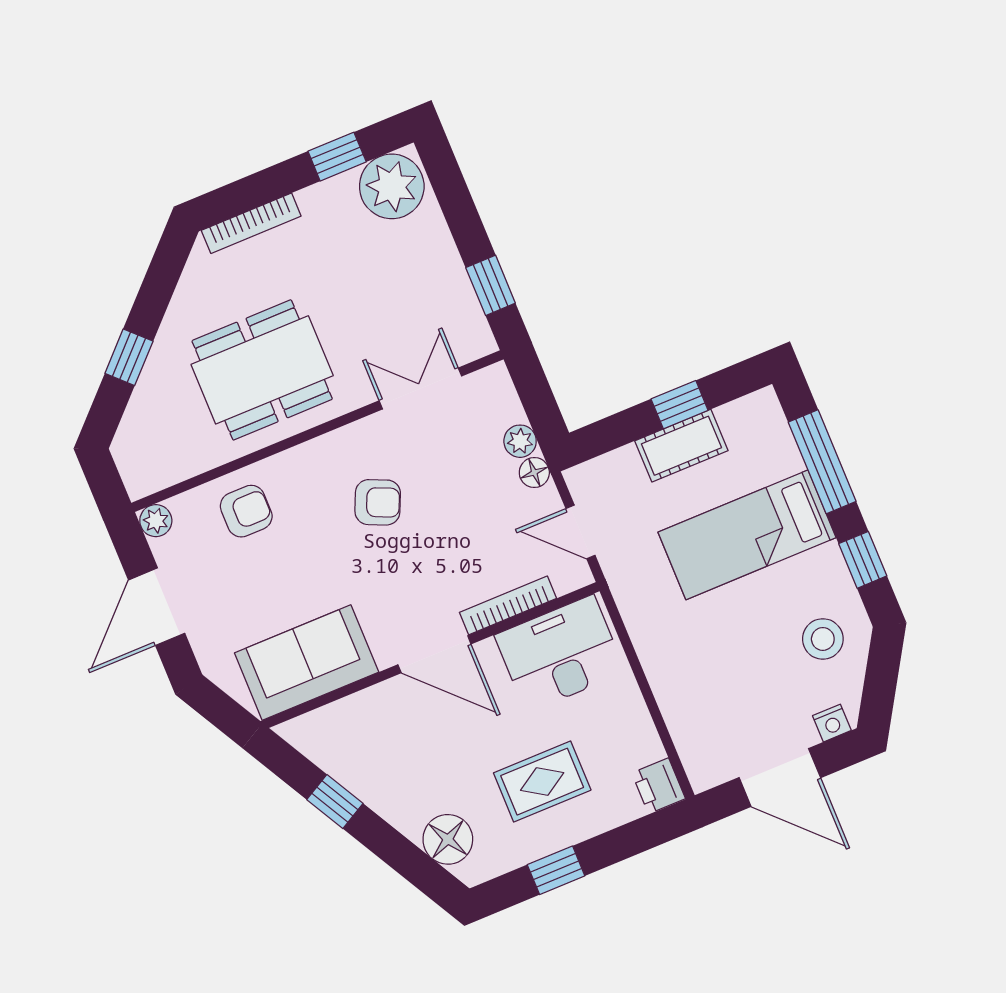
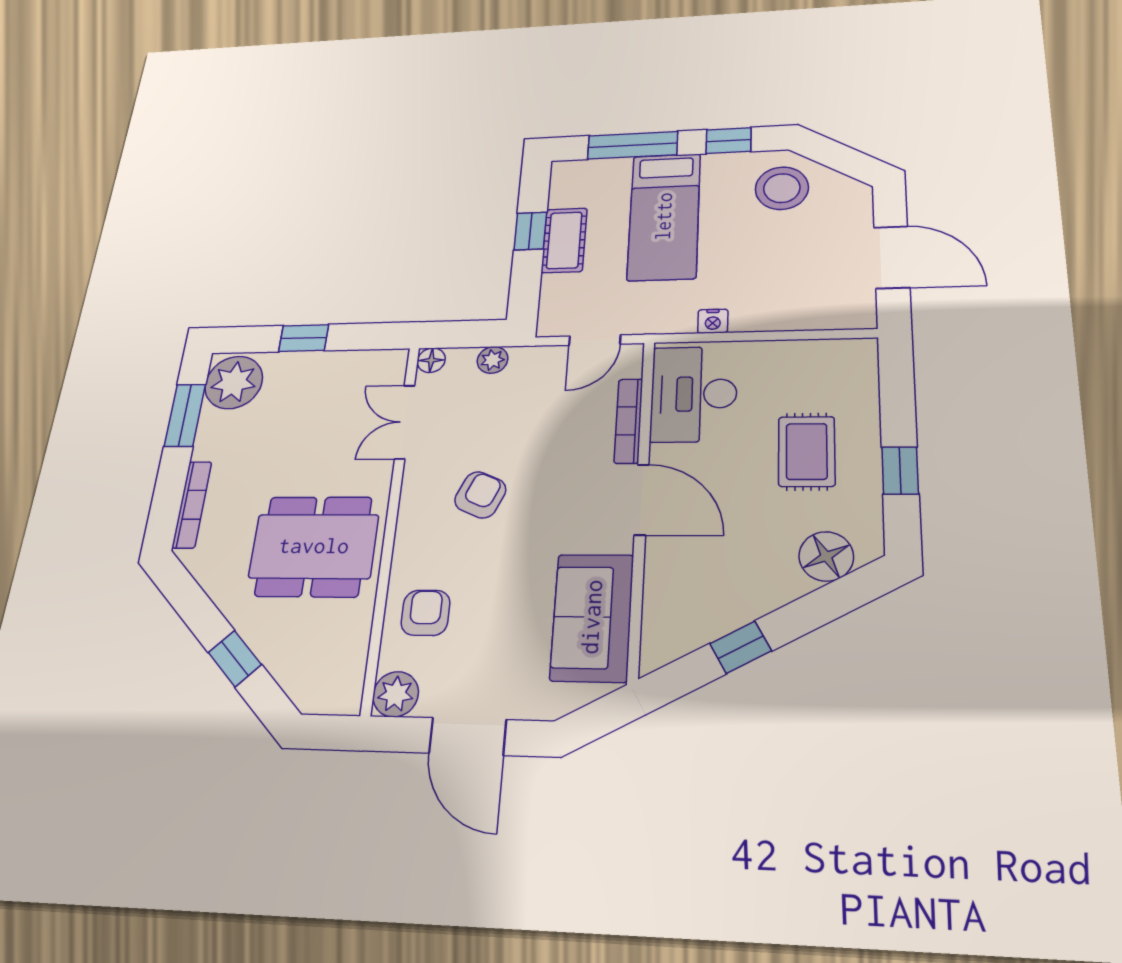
window: (337, 157) -> (185, 415), width x1.50
window: (491, 285) -> (304, 338), moved
dining table: (262, 370) -> (314, 546), turned 90
floor lamp: (534, 473) -> (431, 360), moved
plant: (156, 521) -> (396, 694), width x1.38, depth x1.38
stool: (823, 639) -> (782, 188), width x1.38, depth x1.38
door: (434, 654) -> (642, 500), hinge flipped
nightstand: (832, 723) -> (713, 321), moved, turned 90
door: (780, 778) -> (892, 257), hinge flipped
printer: (659, 786) -> (856, 355), removed

